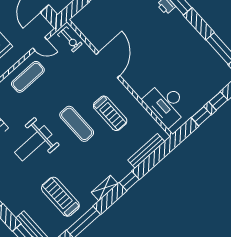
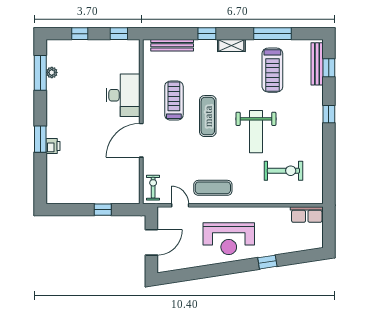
plant: (213, 56) -> (52, 72), added
desk: (166, 104) -> (123, 95), moved
window: (201, 116) -> (119, 34), moved
weight bench: (33, 143) -> (256, 132), turned 90

